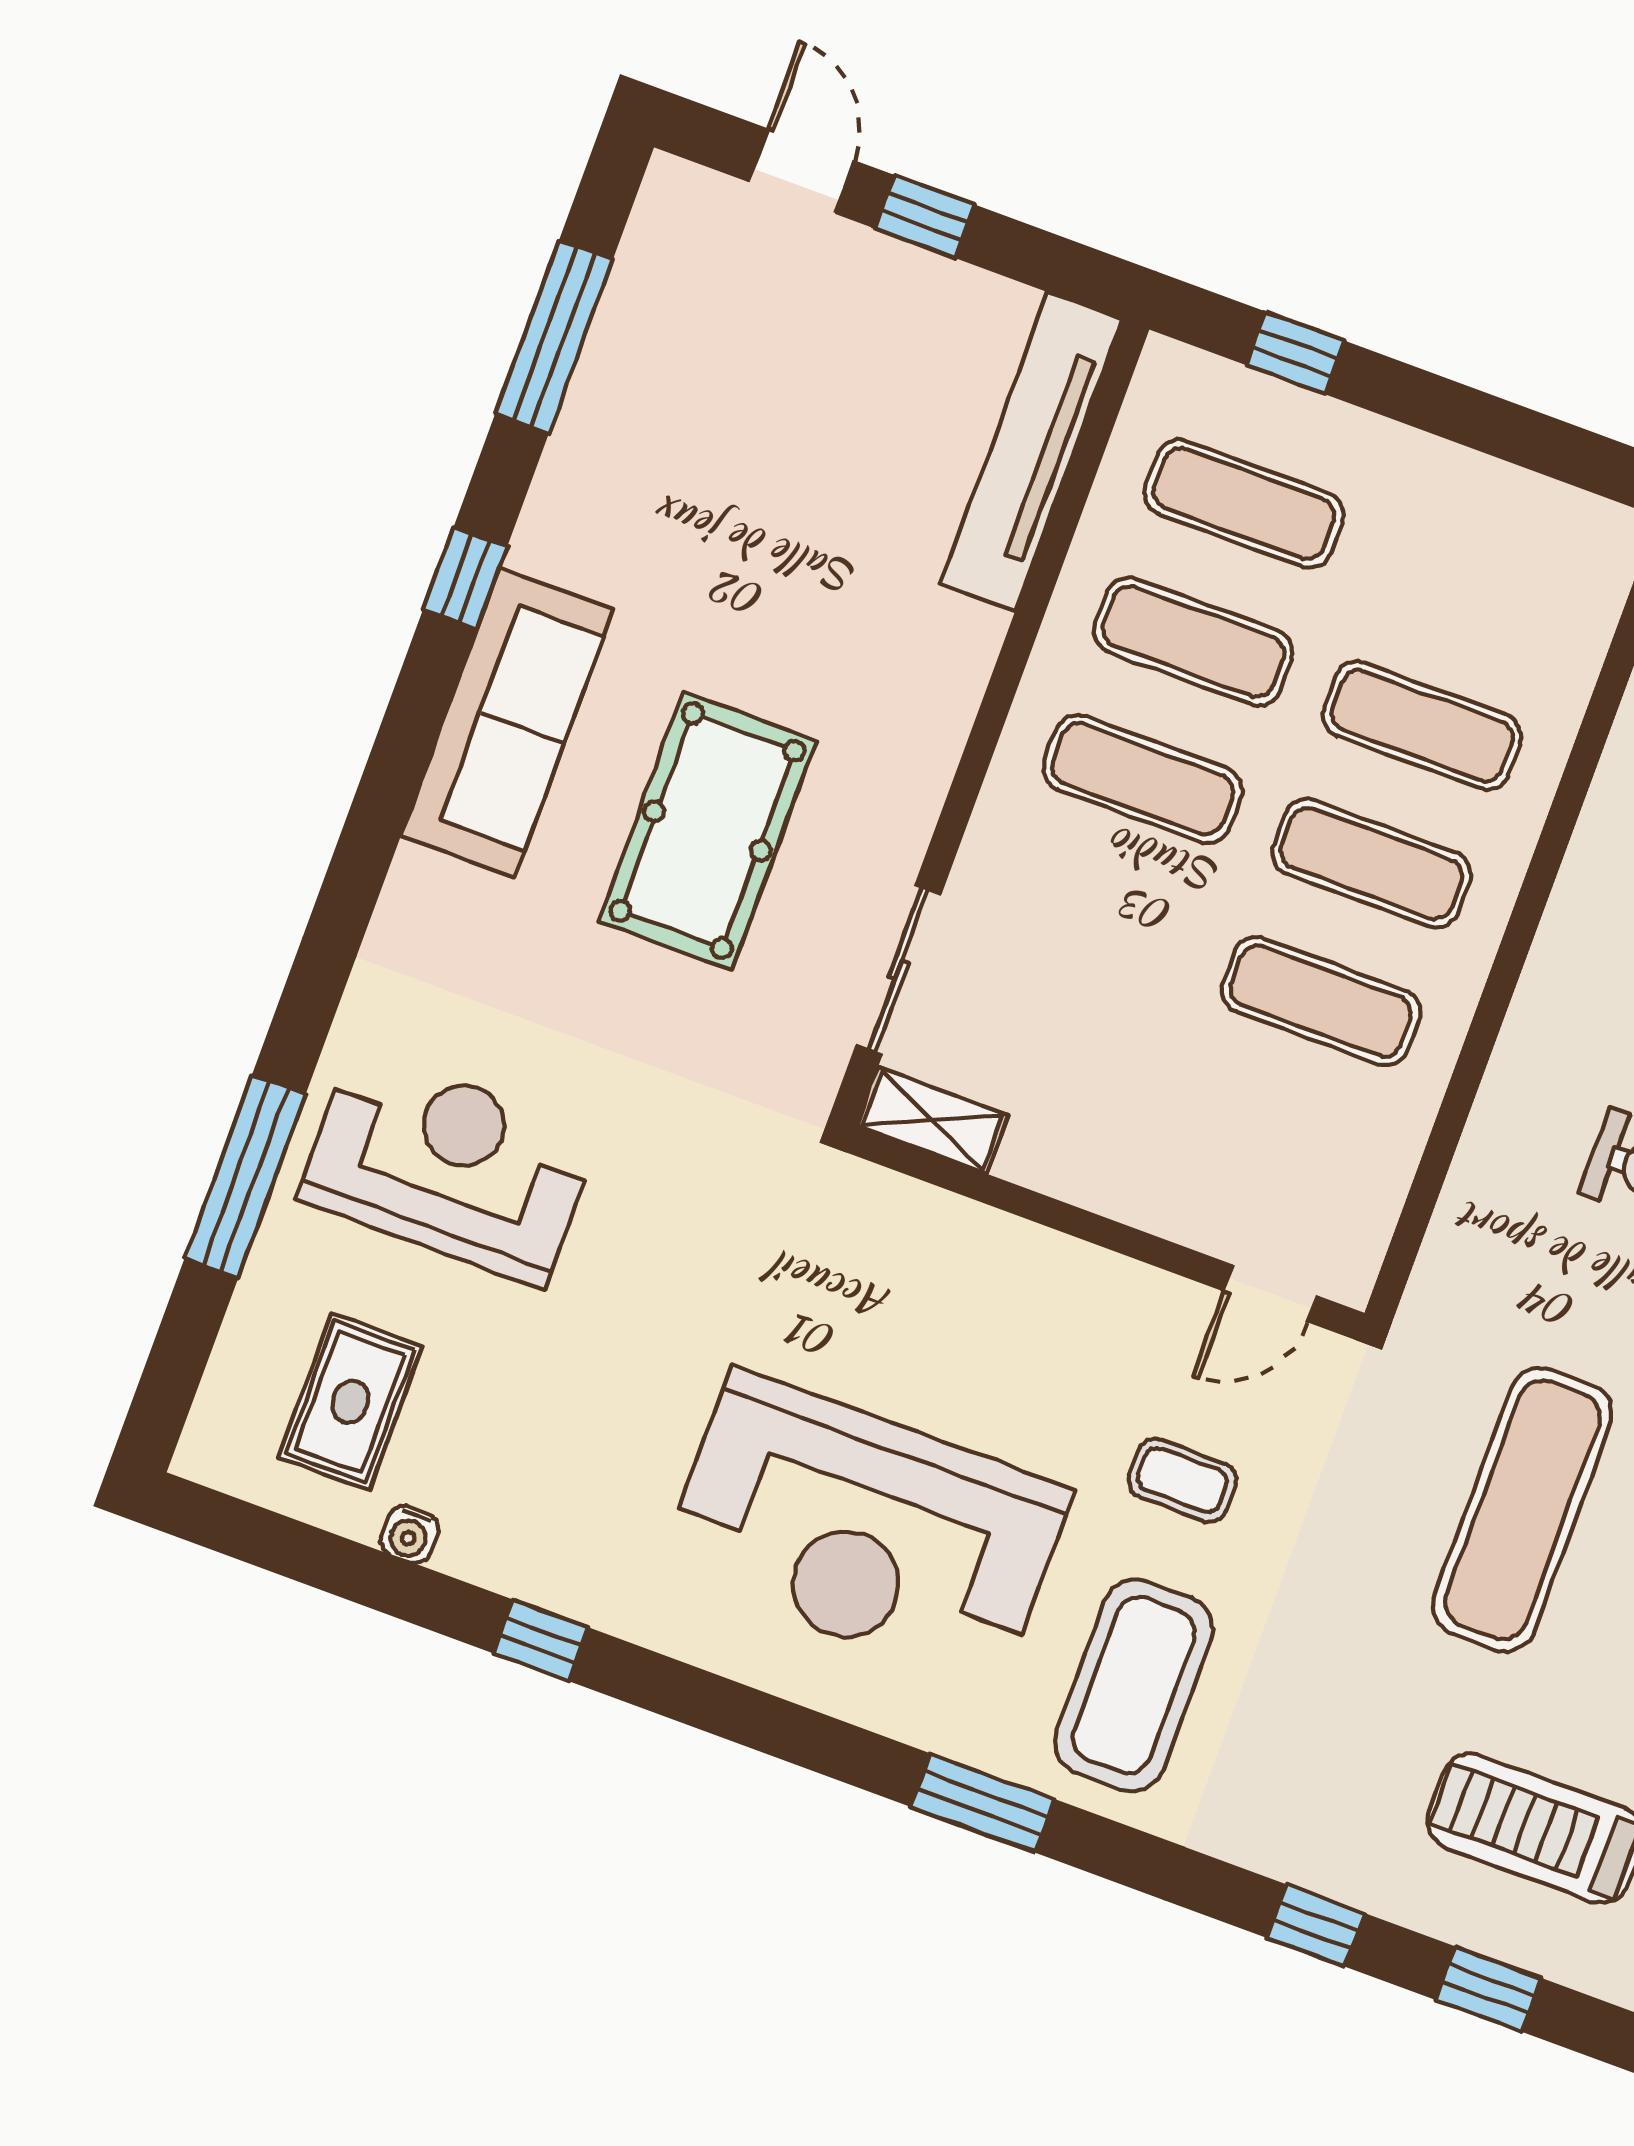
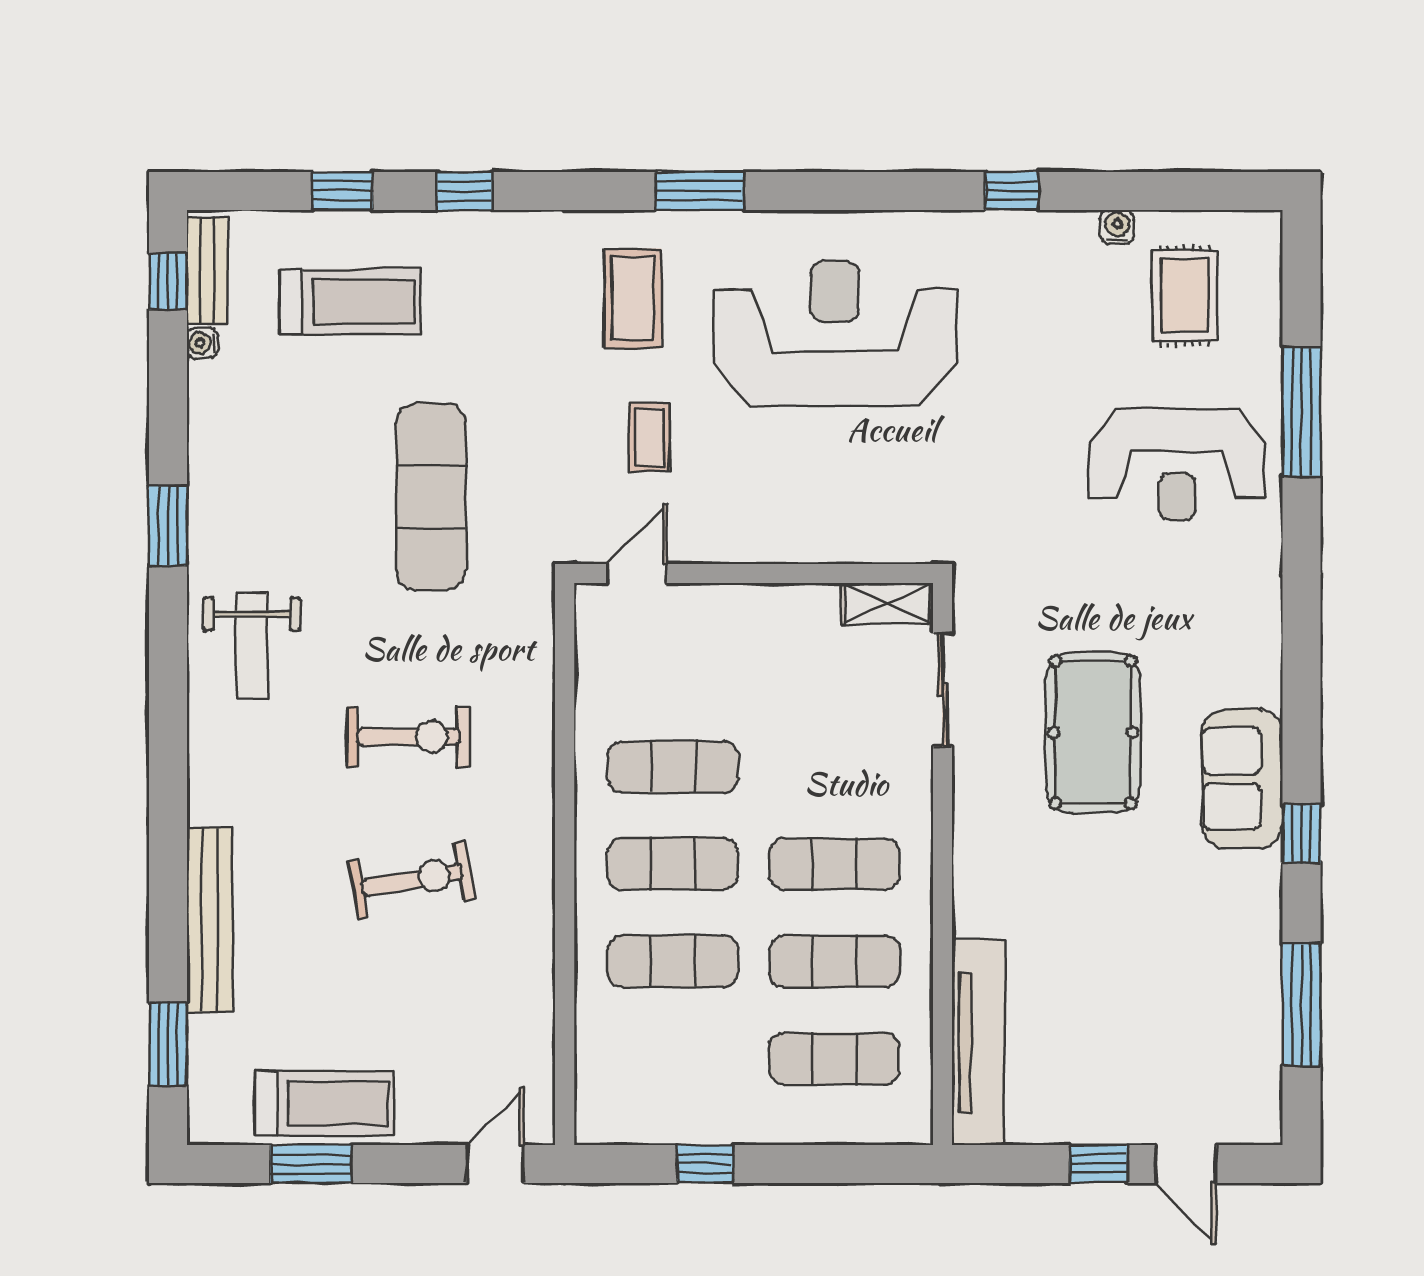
window: (1296, 353) -> (705, 1164), moved
sofa: (507, 723) -> (1242, 779), width x0.73
coffee table: (1182, 1480) -> (649, 437), turned 90
coffee table: (1134, 1685) -> (633, 299), width x0.73, depth x0.76

